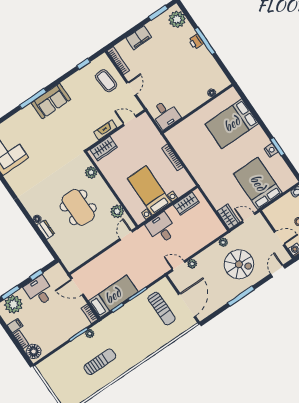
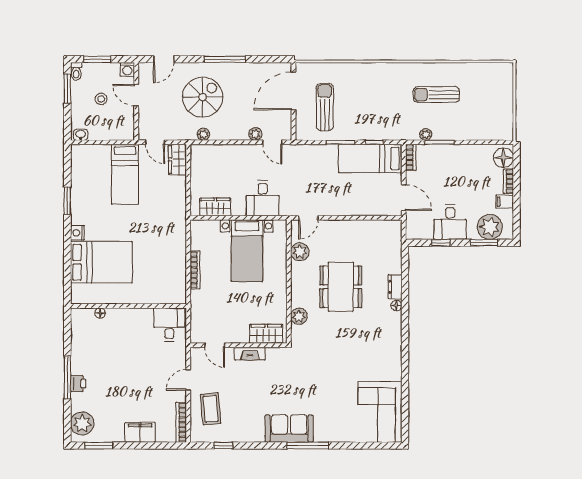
nightstand: (271, 150) -> (77, 233), moved
bed: (258, 183) -> (125, 174), width x0.67
spiral stairs: (239, 264) -> (203, 97), turned 90

